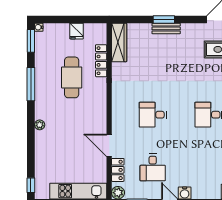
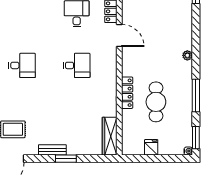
bench: (166, 28) -> (52, 150), moved
locker: (101, 61) -> (127, 93), moved

